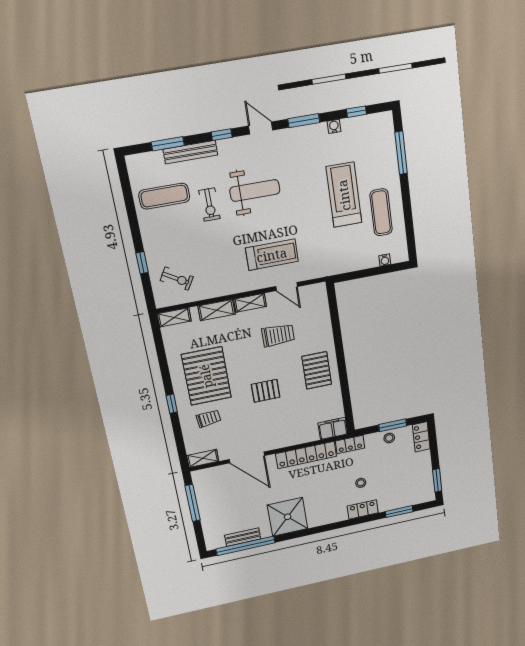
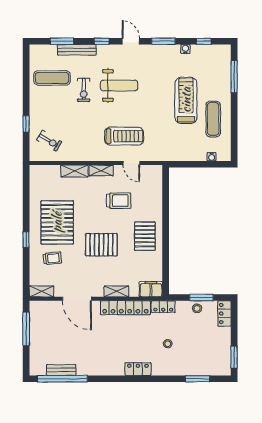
shelving: (174, 317) -> (116, 291), moved
pallet: (266, 391) -> (101, 245), width x1.50, depth x1.42
locker: (363, 509) -> (138, 369), moved
shower: (288, 517) -> (102, 360), removed

